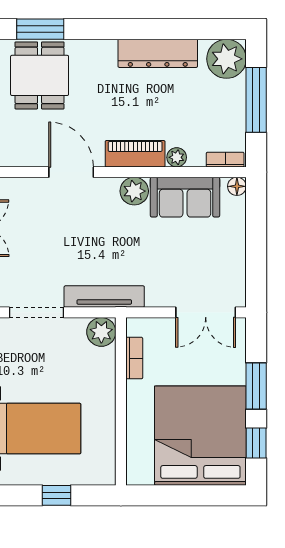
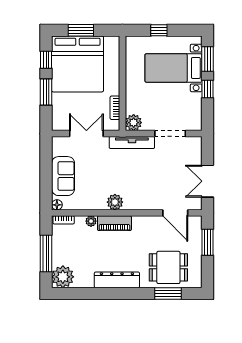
dresser: (158, 53) -> (117, 280), moved
dining table: (40, 75) -> (168, 267), turned 90
door: (71, 172) -> (175, 213), moved
sofa: (185, 197) -> (63, 176), moved, turned 90
double door: (206, 312) -> (86, 134), moved
window: (194, 495) -> (81, 30), added

